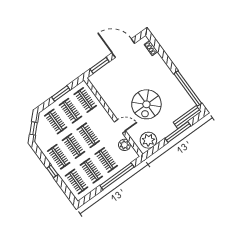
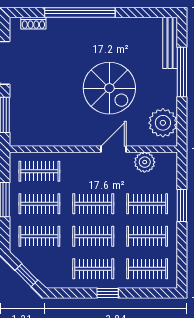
window: (188, 88) -> (80, 12), moved
window: (117, 176) -> (182, 205), width x0.47

